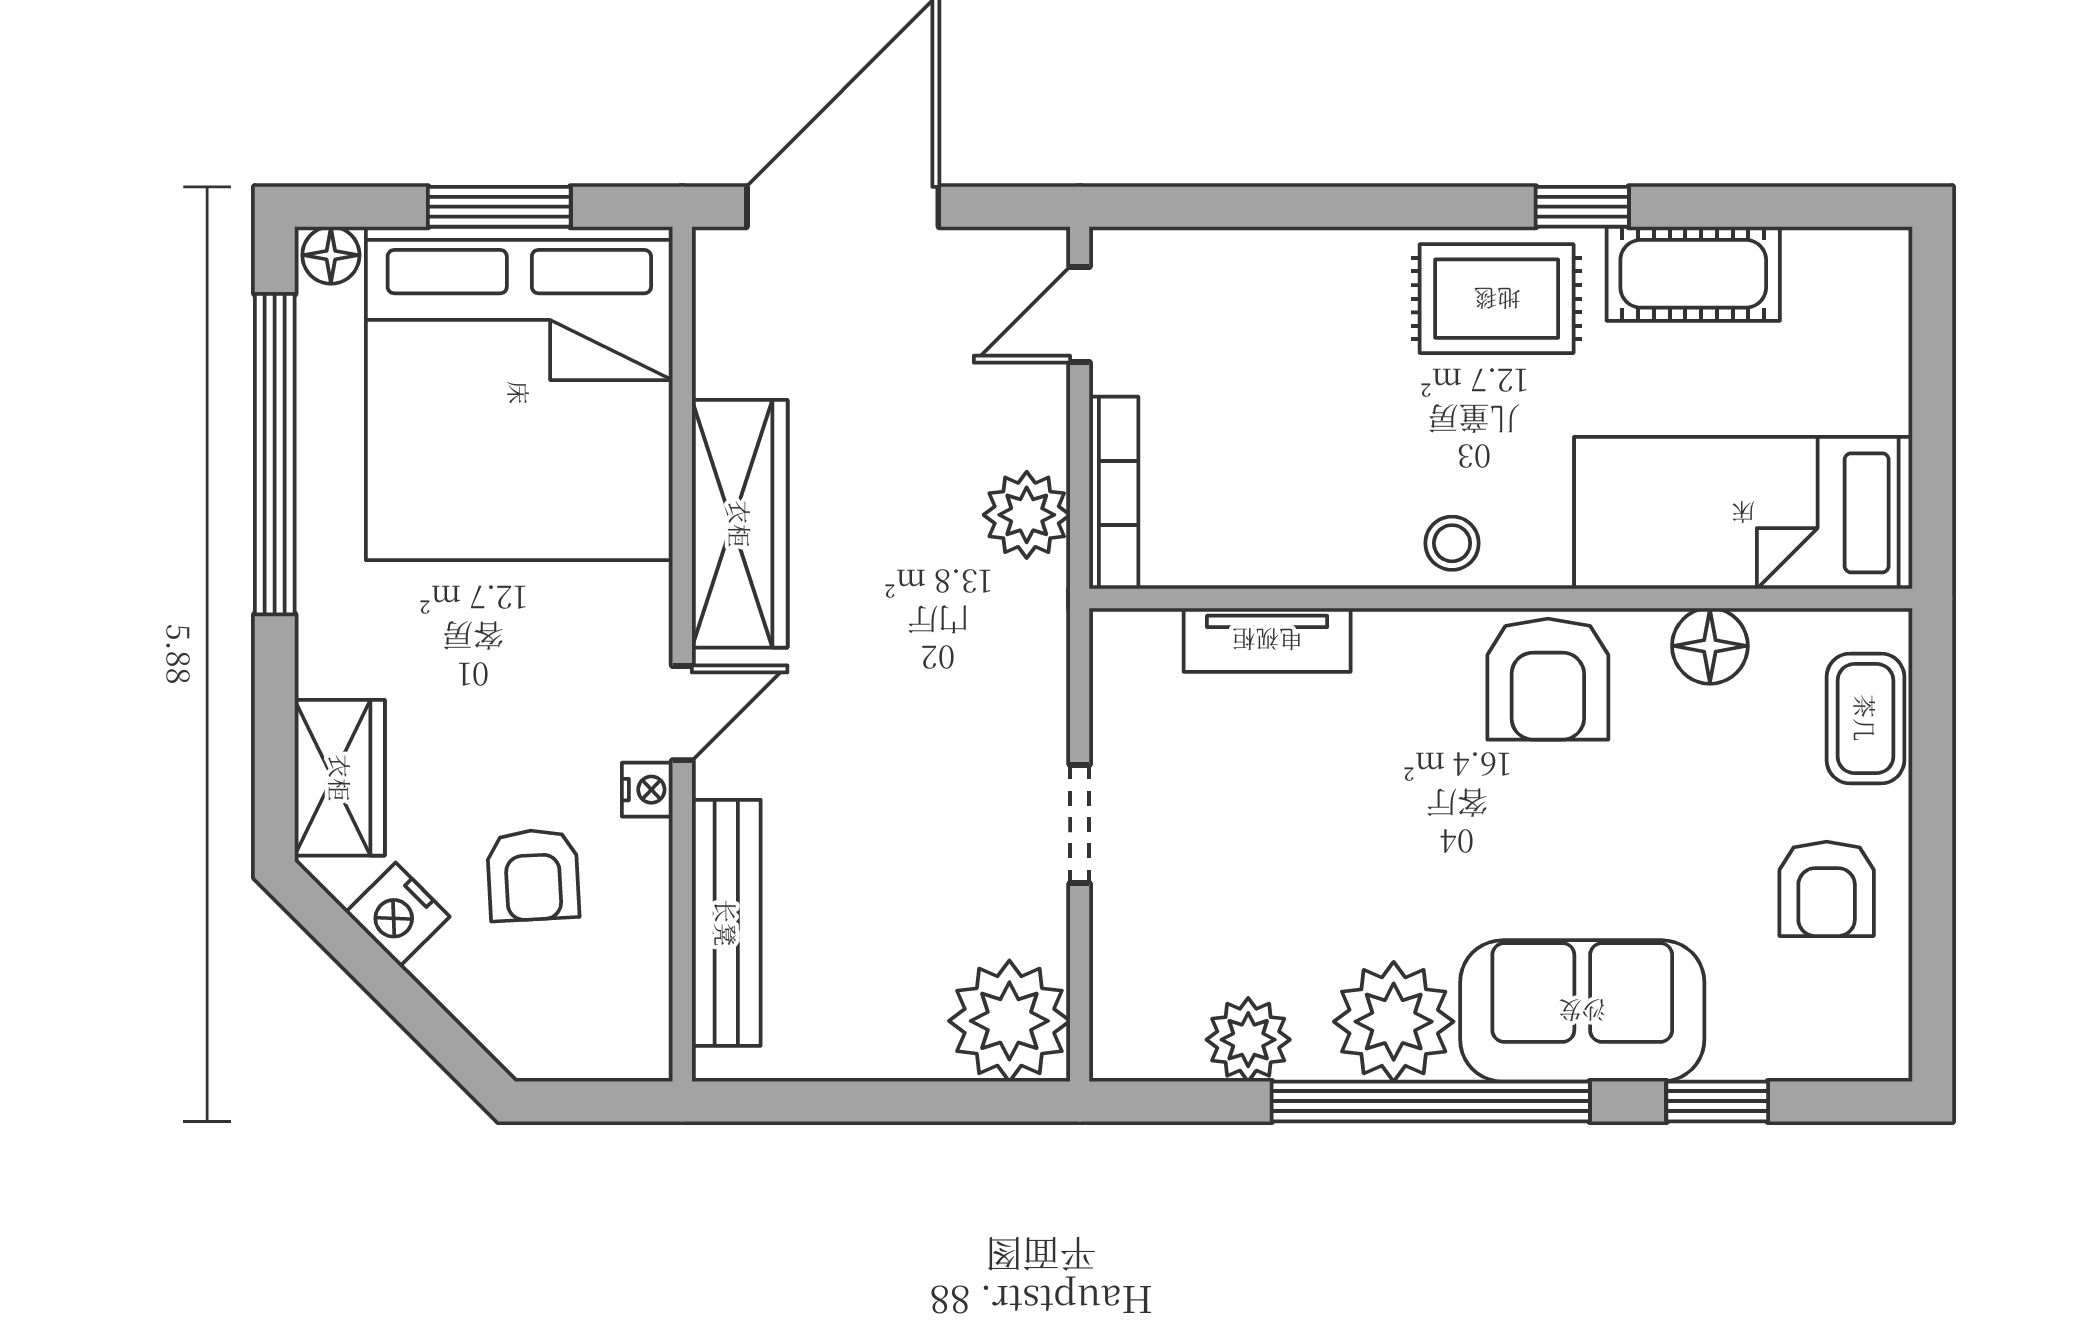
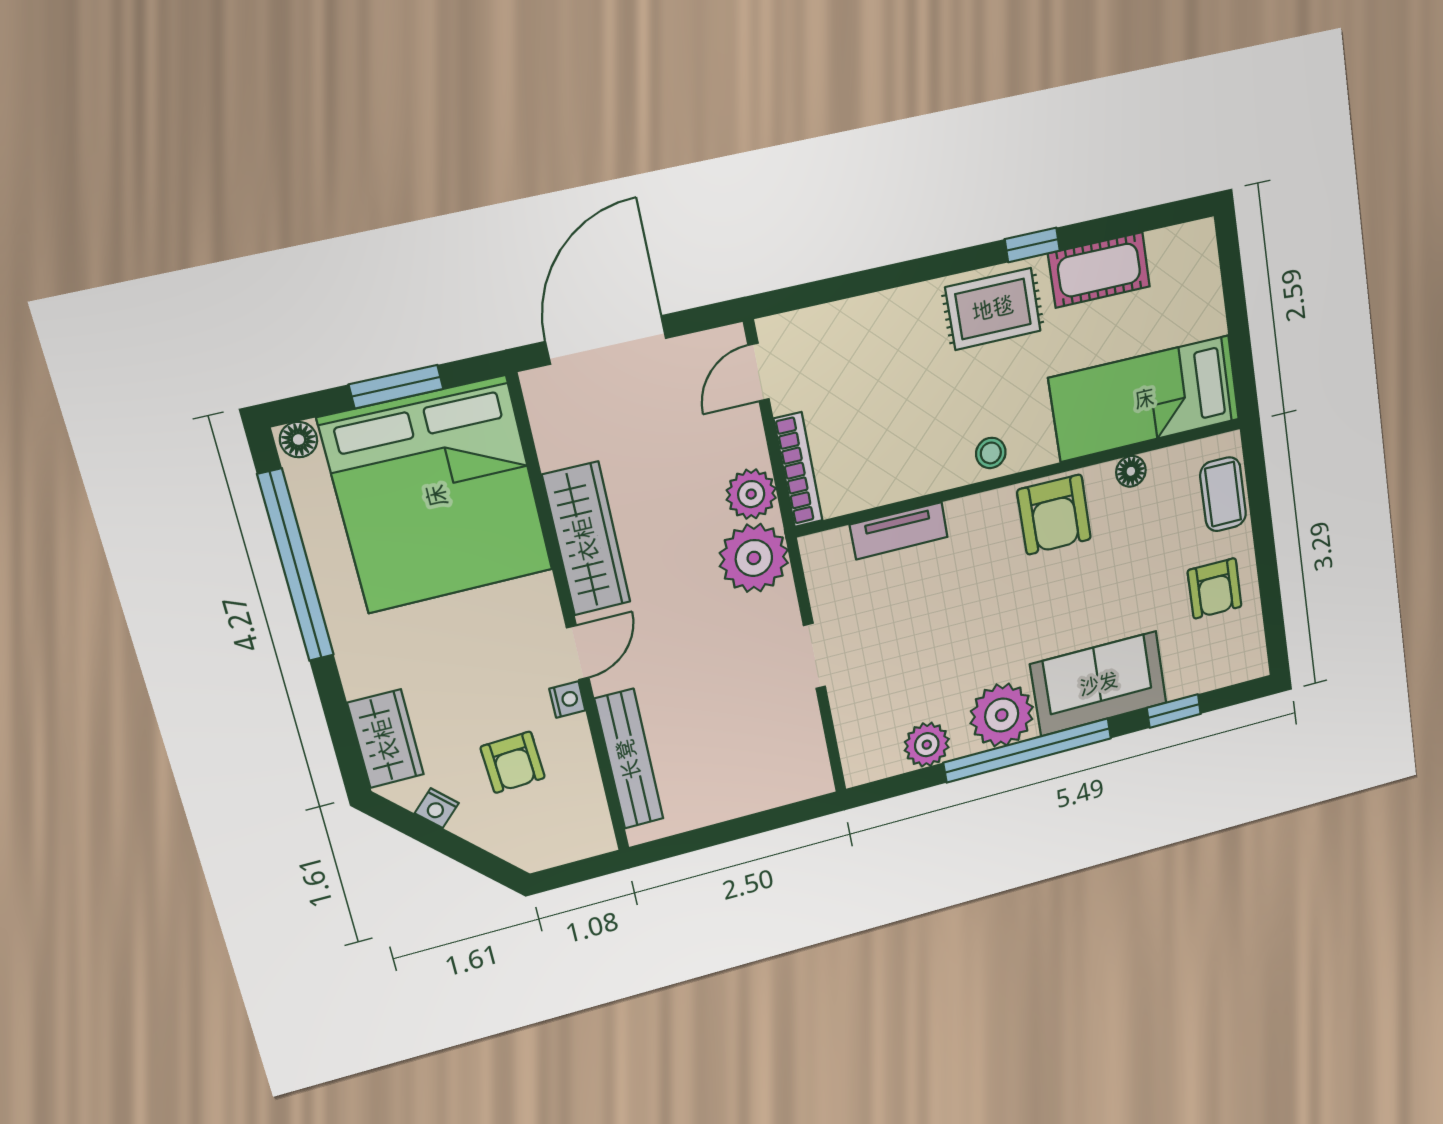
floor lamp: (1710, 646) -> (1131, 471), width x0.73, depth x0.73
nightstand: (398, 914) -> (437, 808), width x0.72, depth x0.74
plant: (1009, 1021) -> (754, 558), moved

